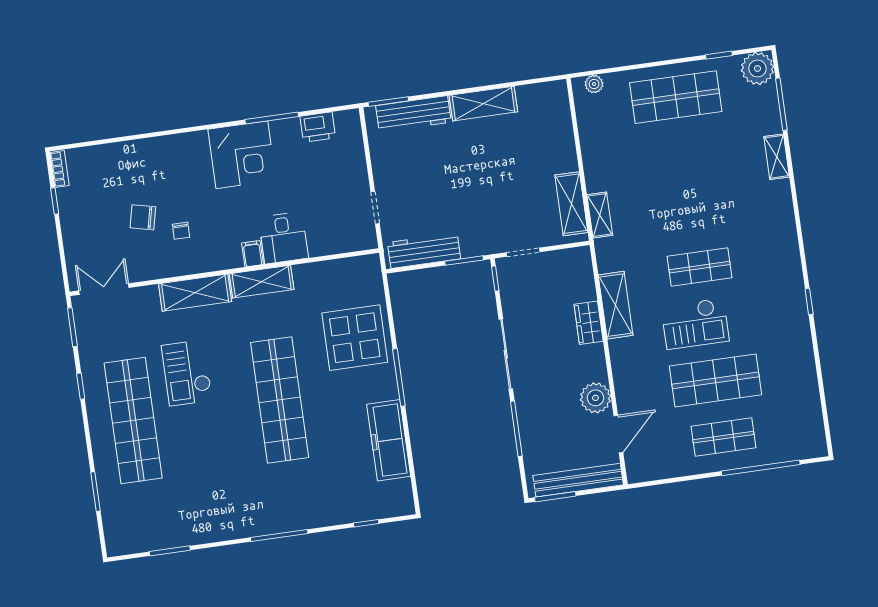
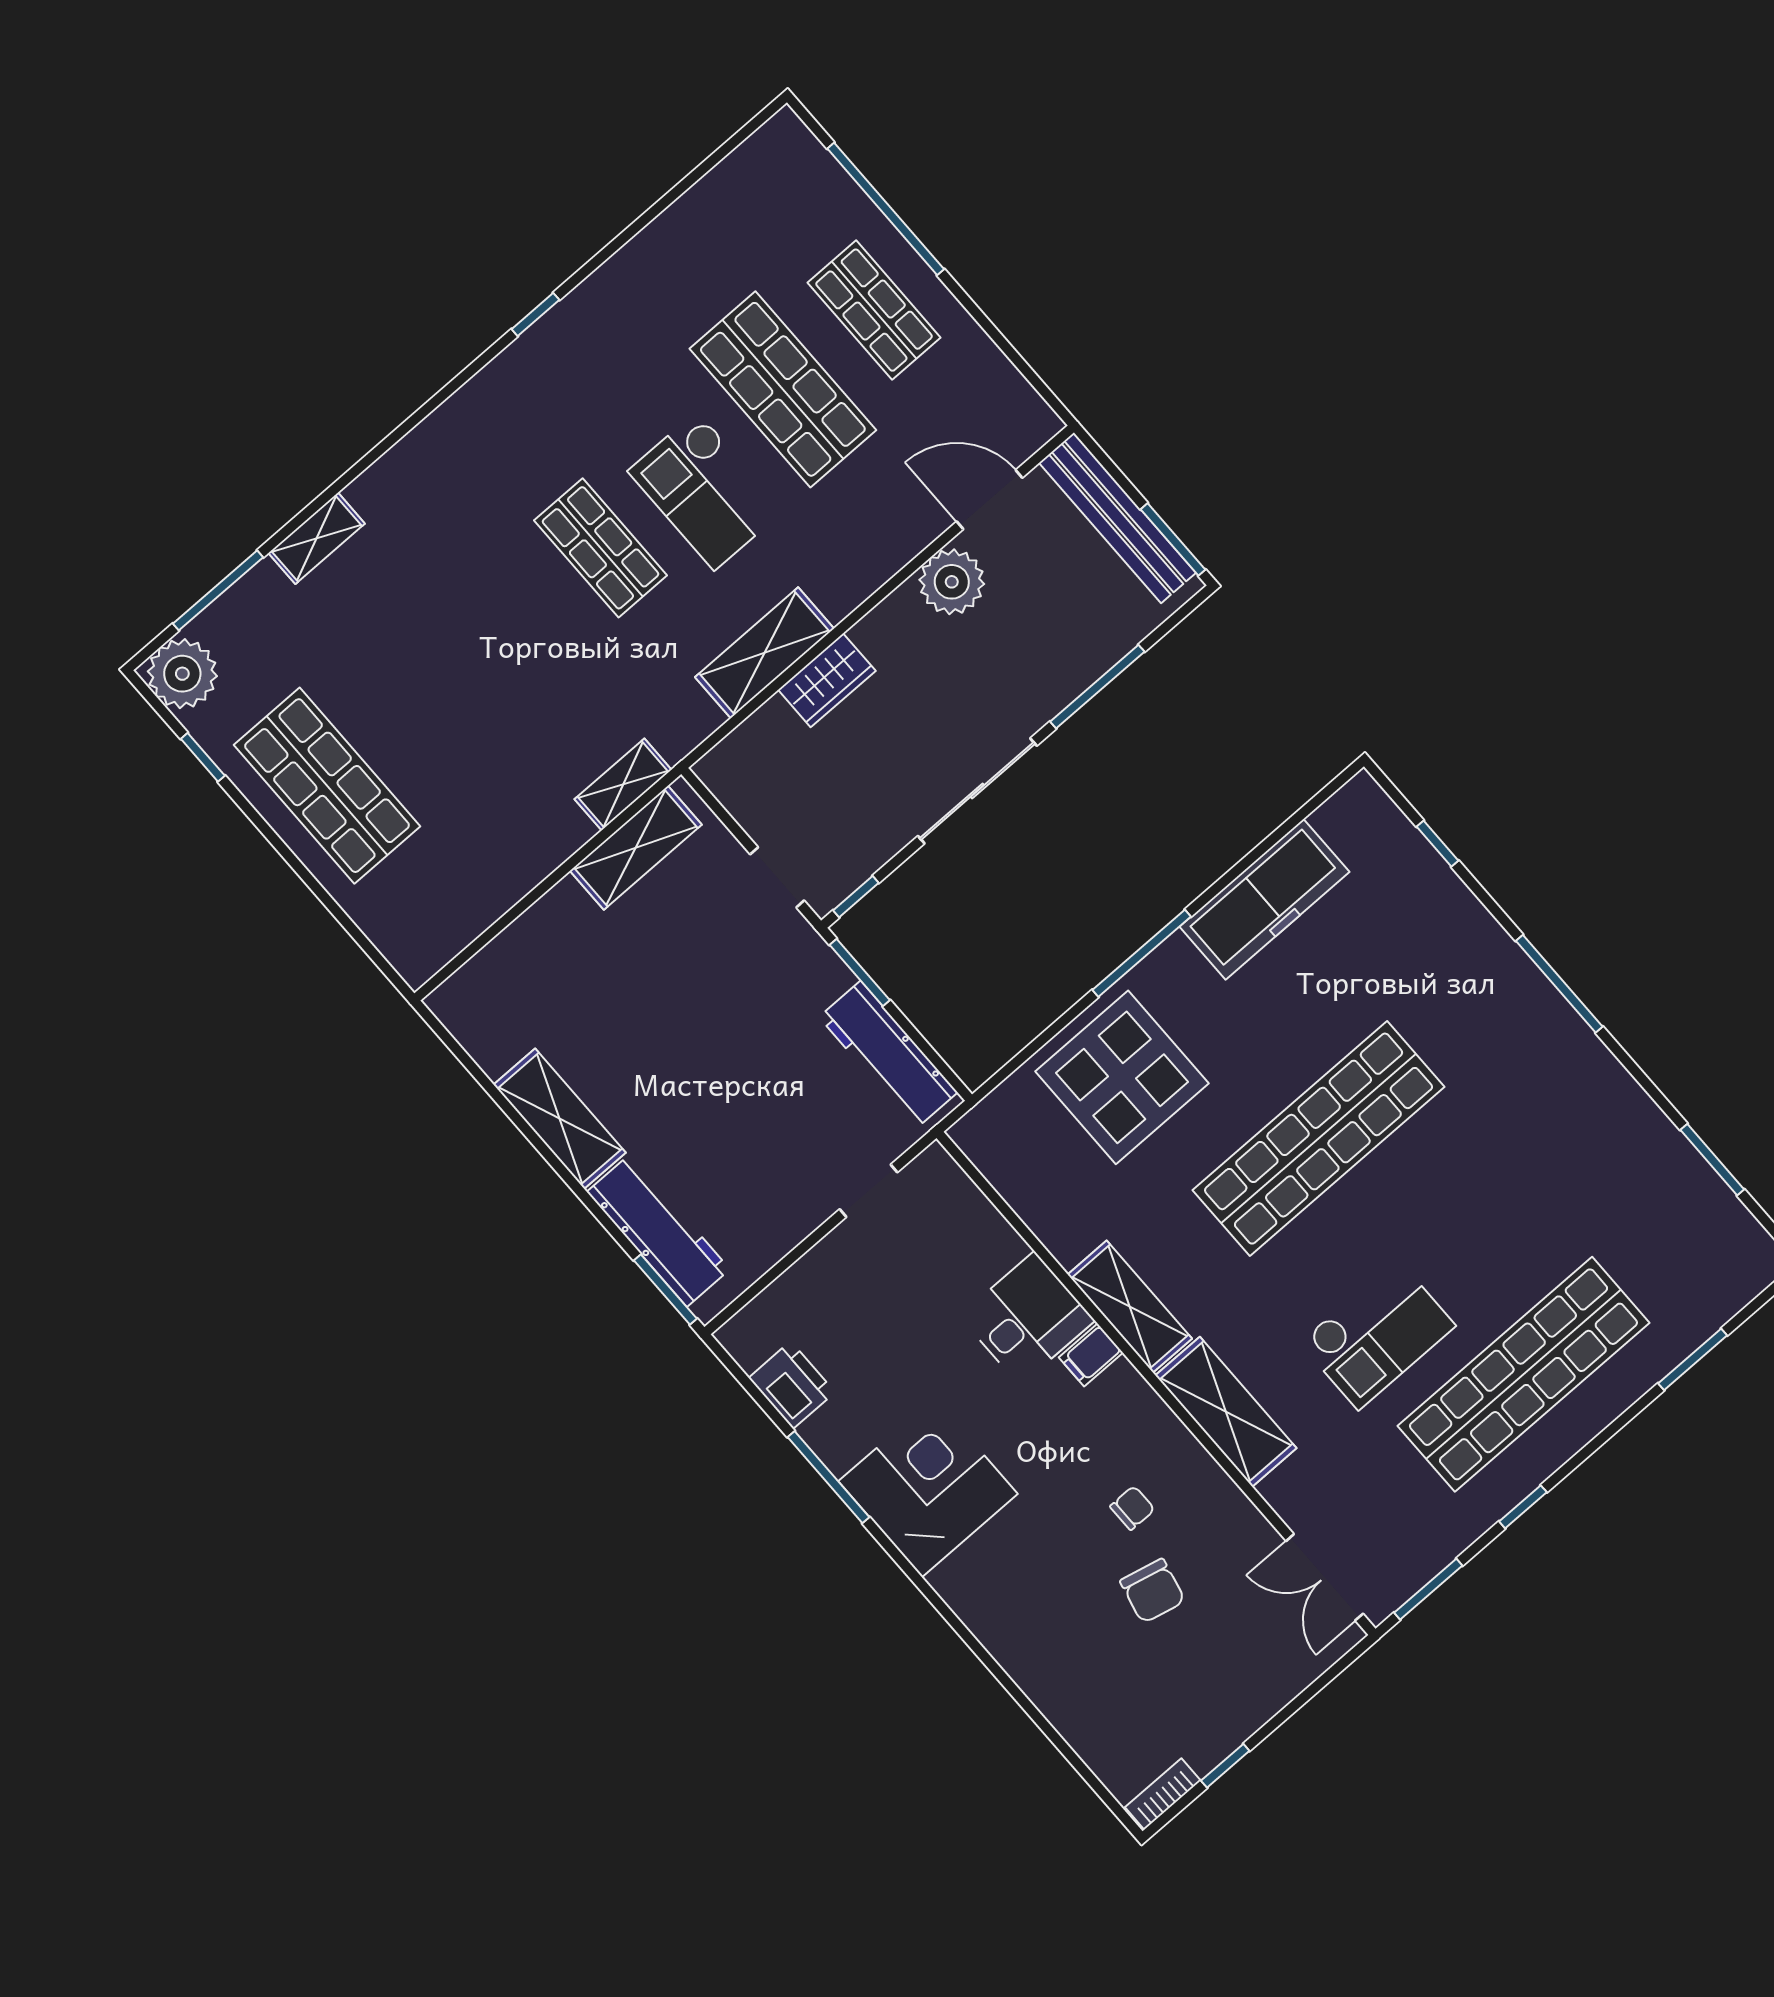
plant: (594, 84) -> (398, 945), removed
checkout: (695, 324) -> (706, 491), turned 180

